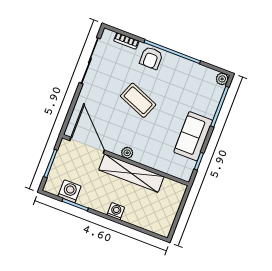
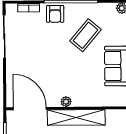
coffee table: (138, 100) -> (86, 35), moved, turned -72

